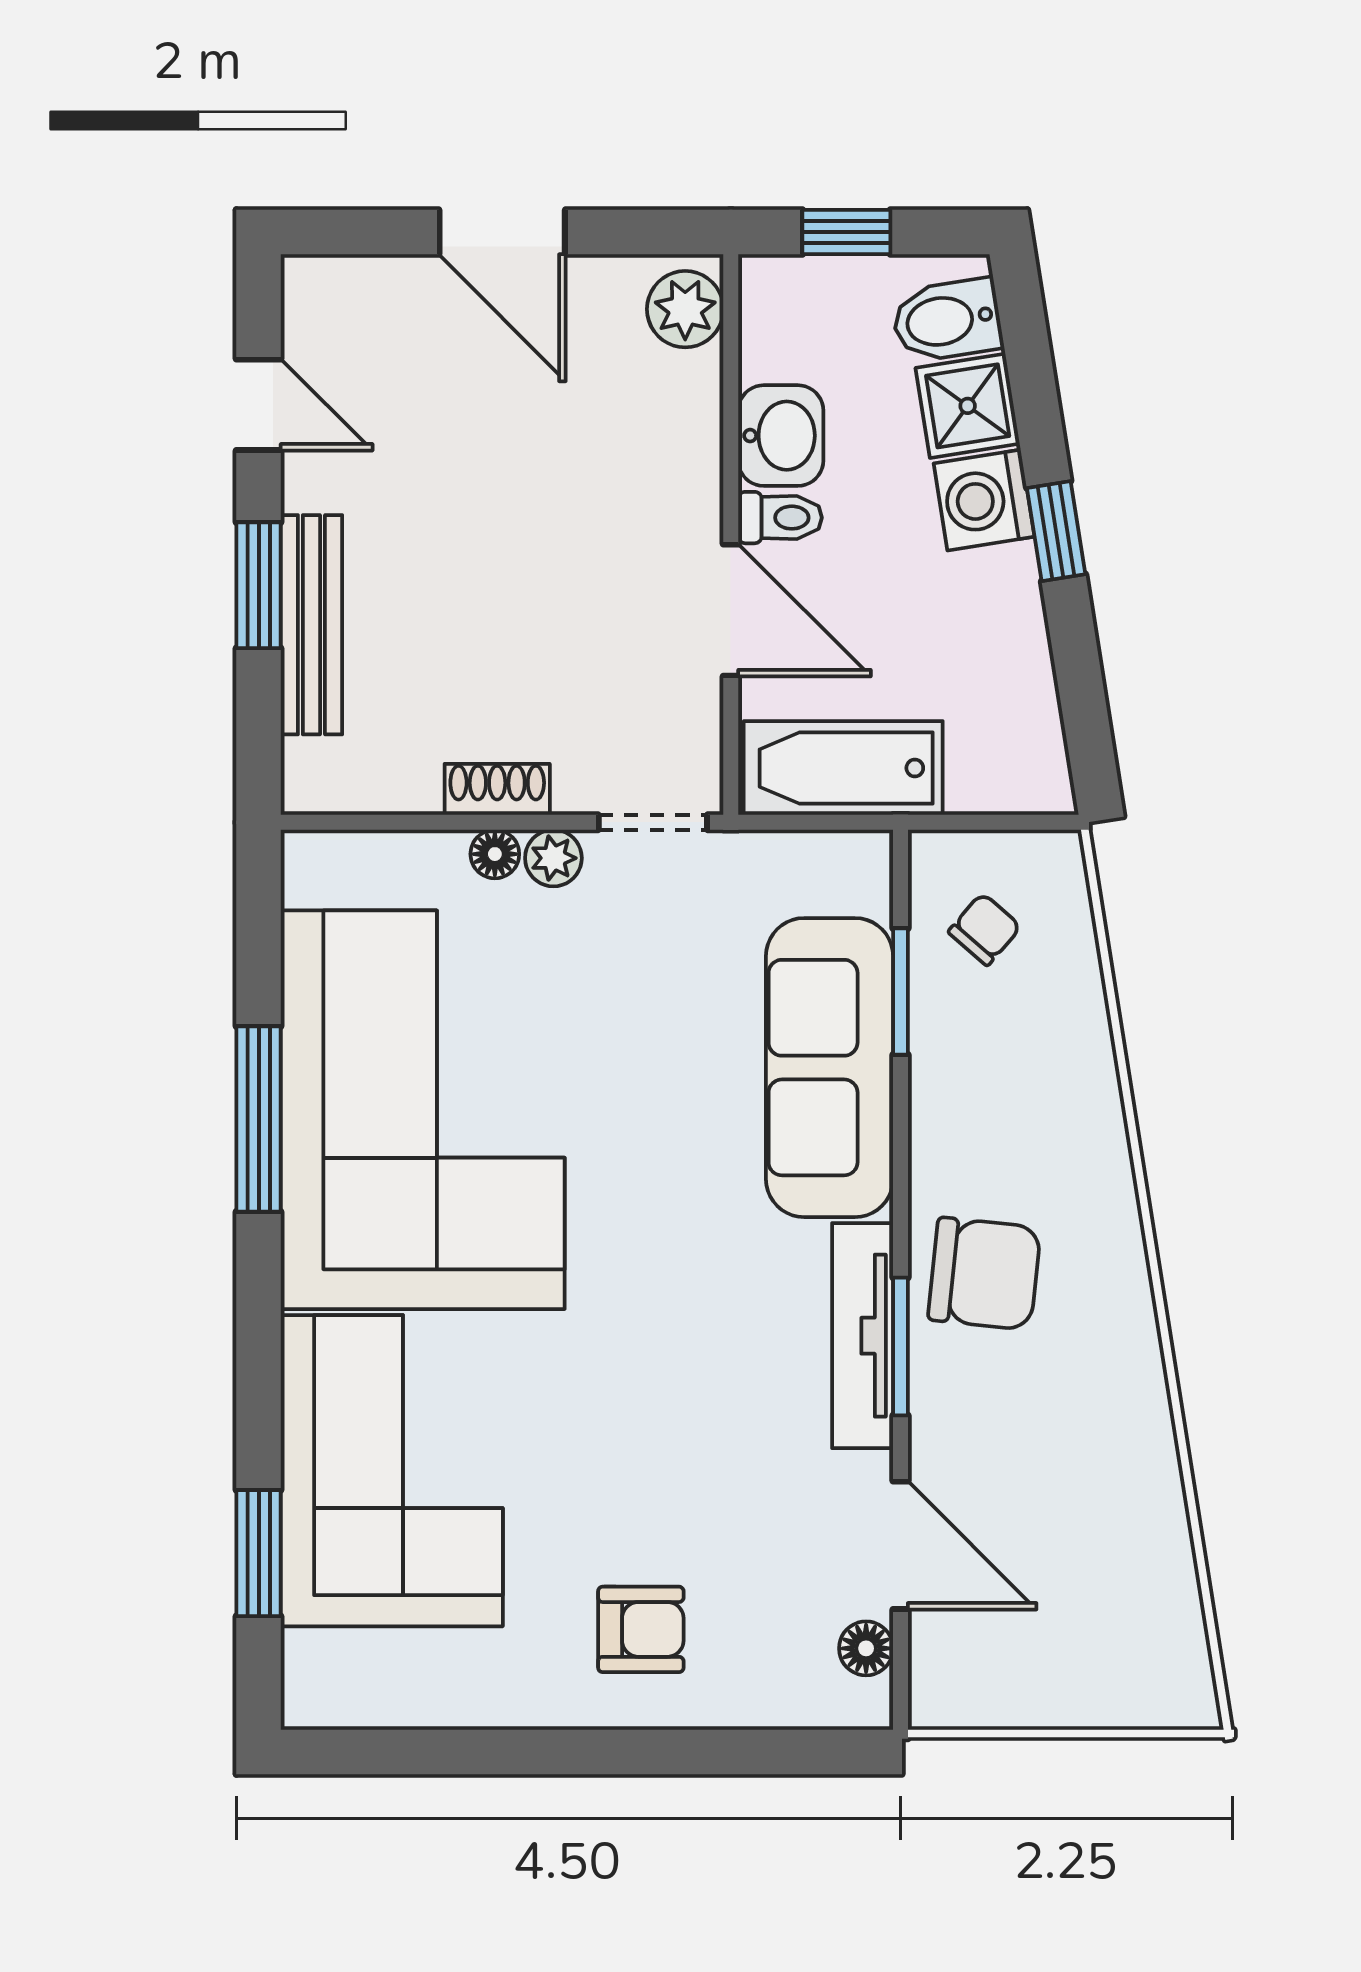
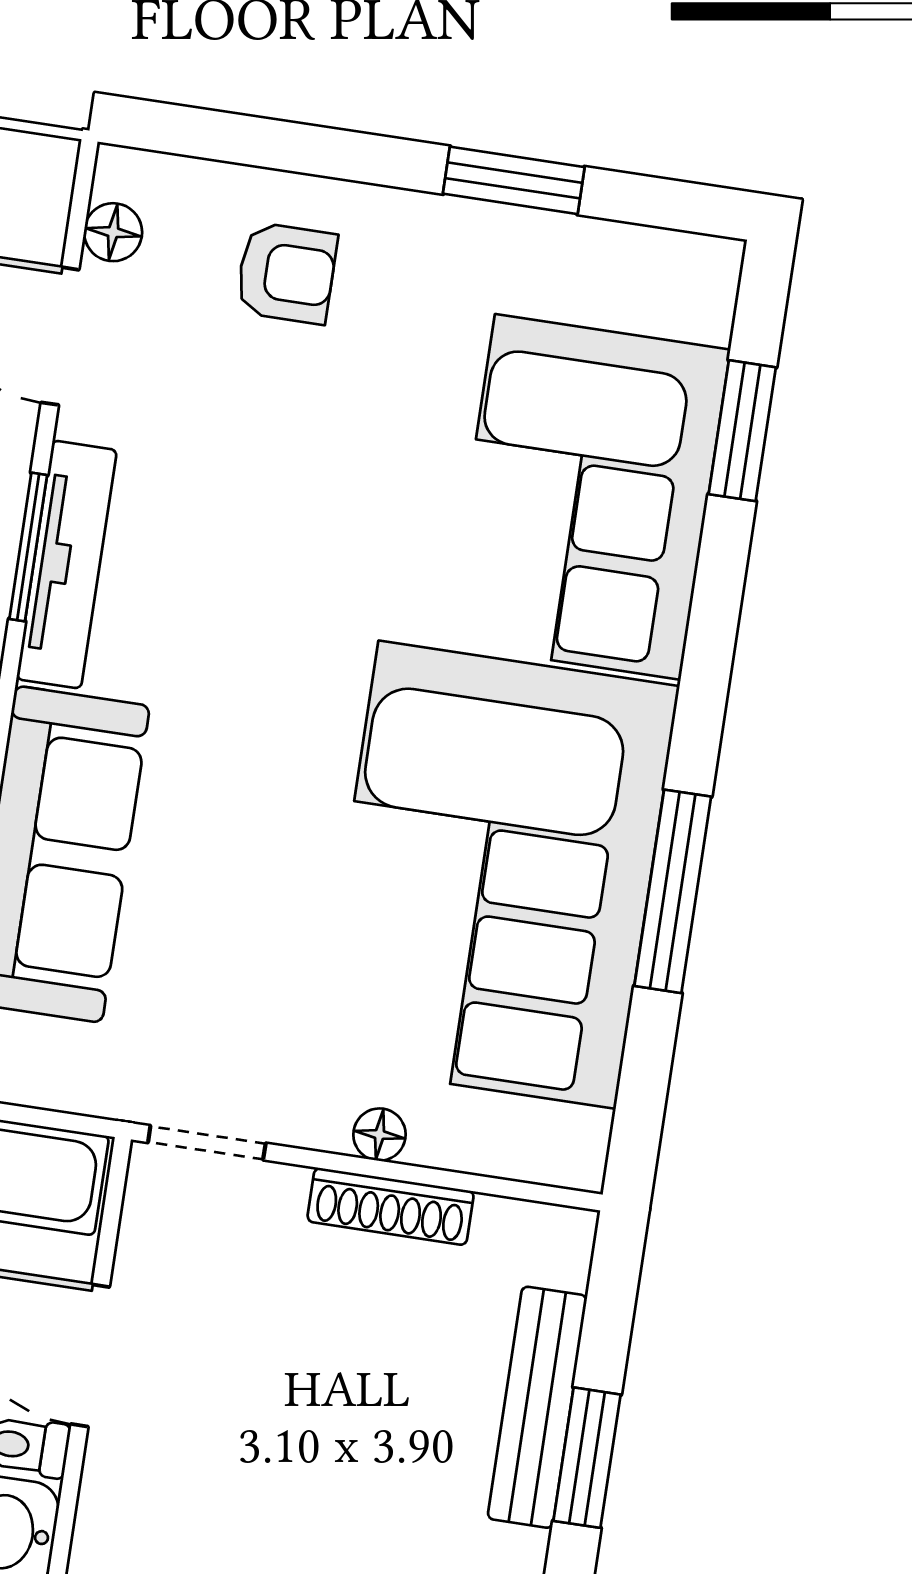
shoe rack: (497, 789) -> (391, 1206), width x1.43
plant: (553, 858) -> (318, 1121), removed
armchair: (641, 1629) -> (286, 273), moved, turned 180
window: (504, 1752) -> (514, 180), added

